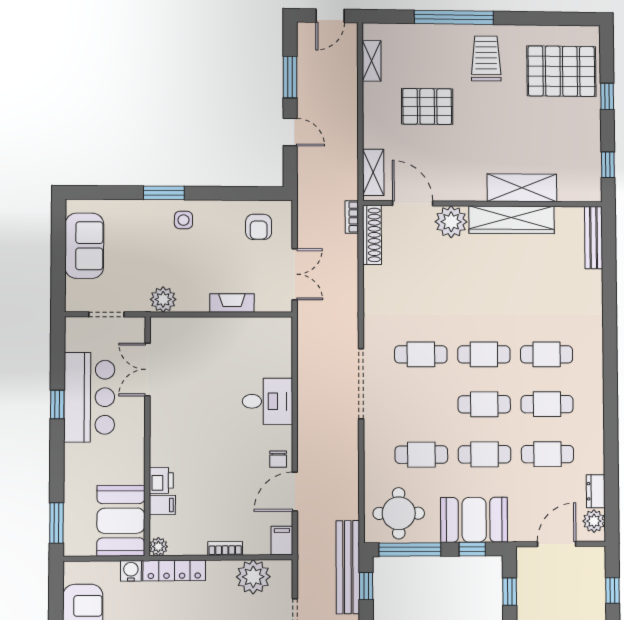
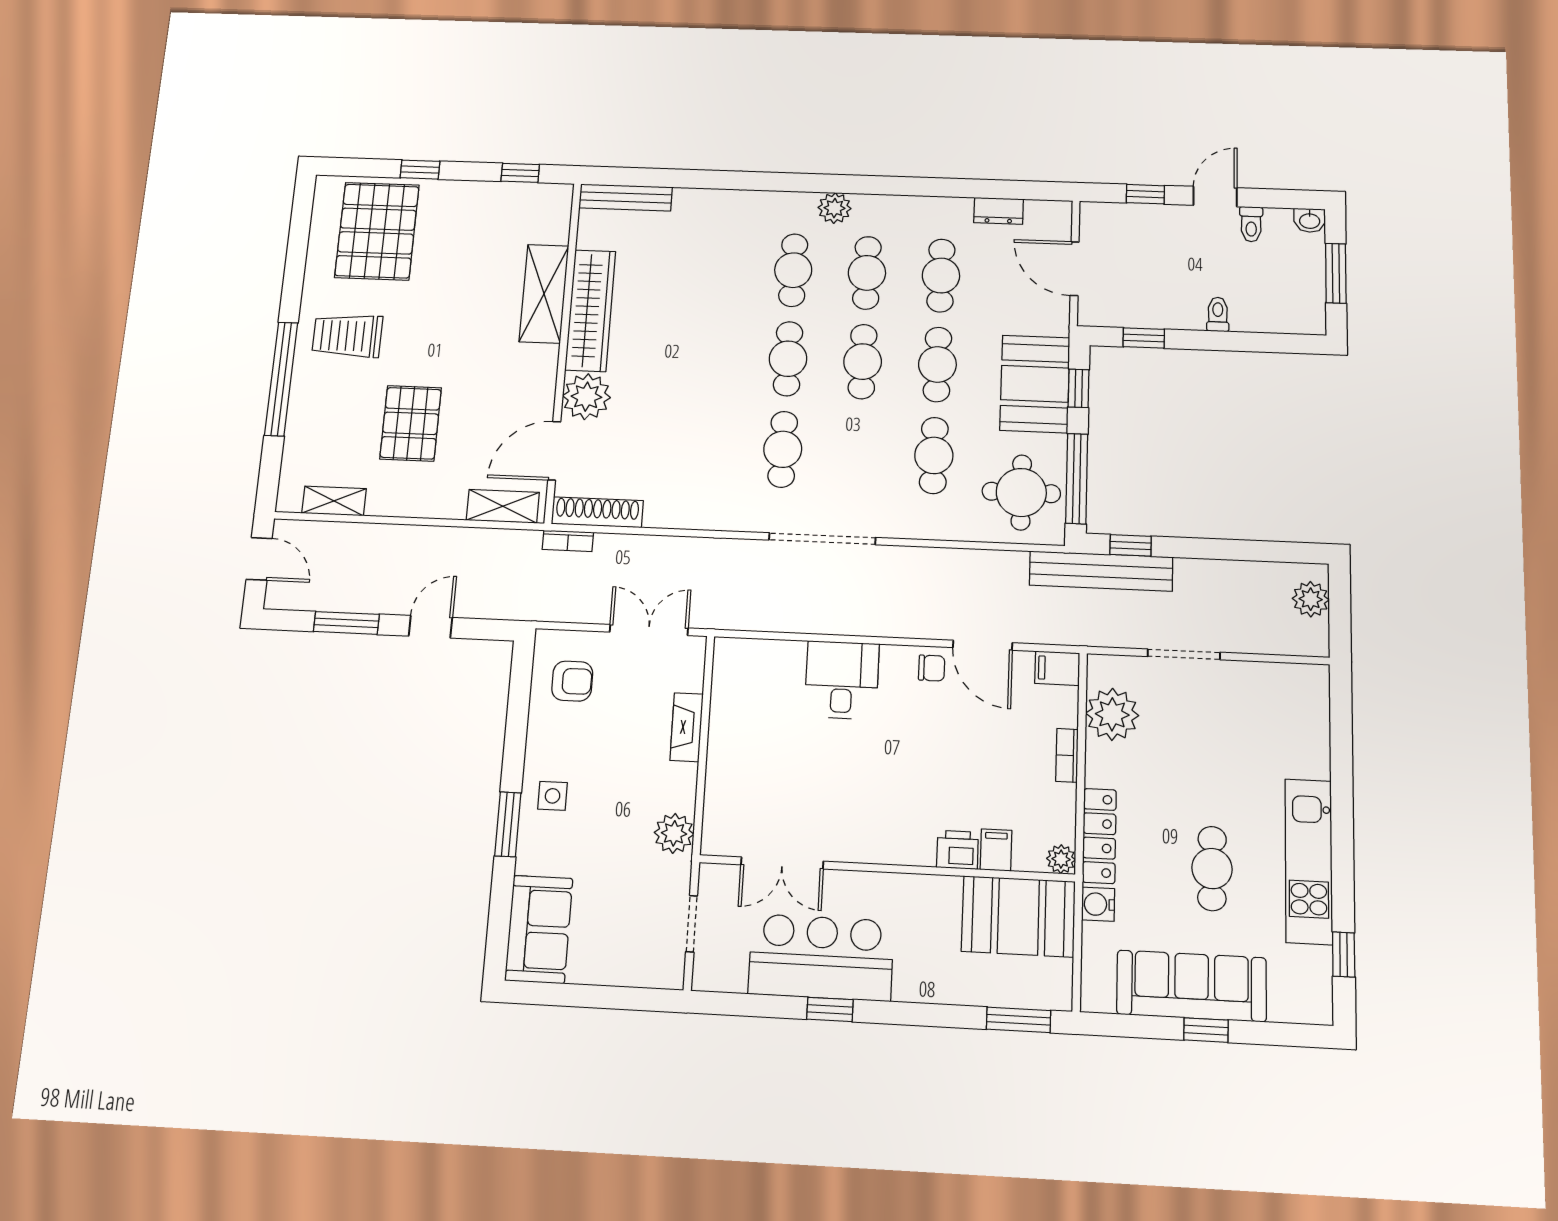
sofa: (84, 246) -> (539, 929), moved, turned 90
plant: (594, 521) -> (834, 208), moved

